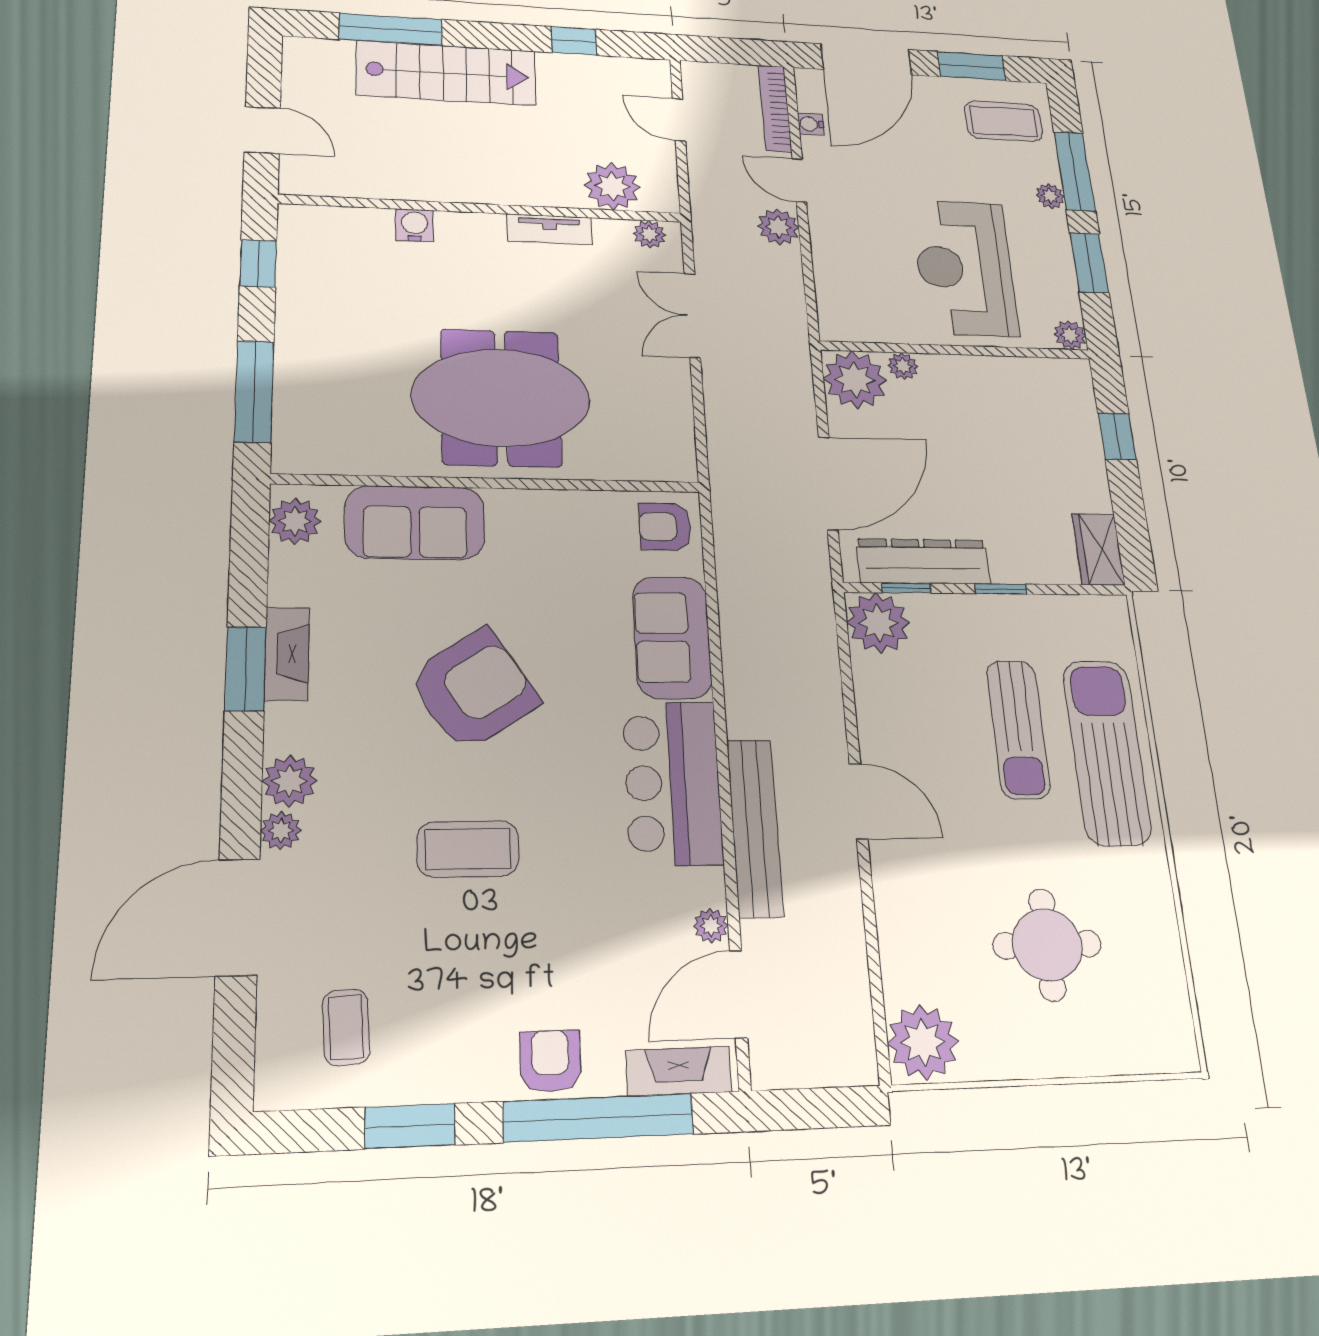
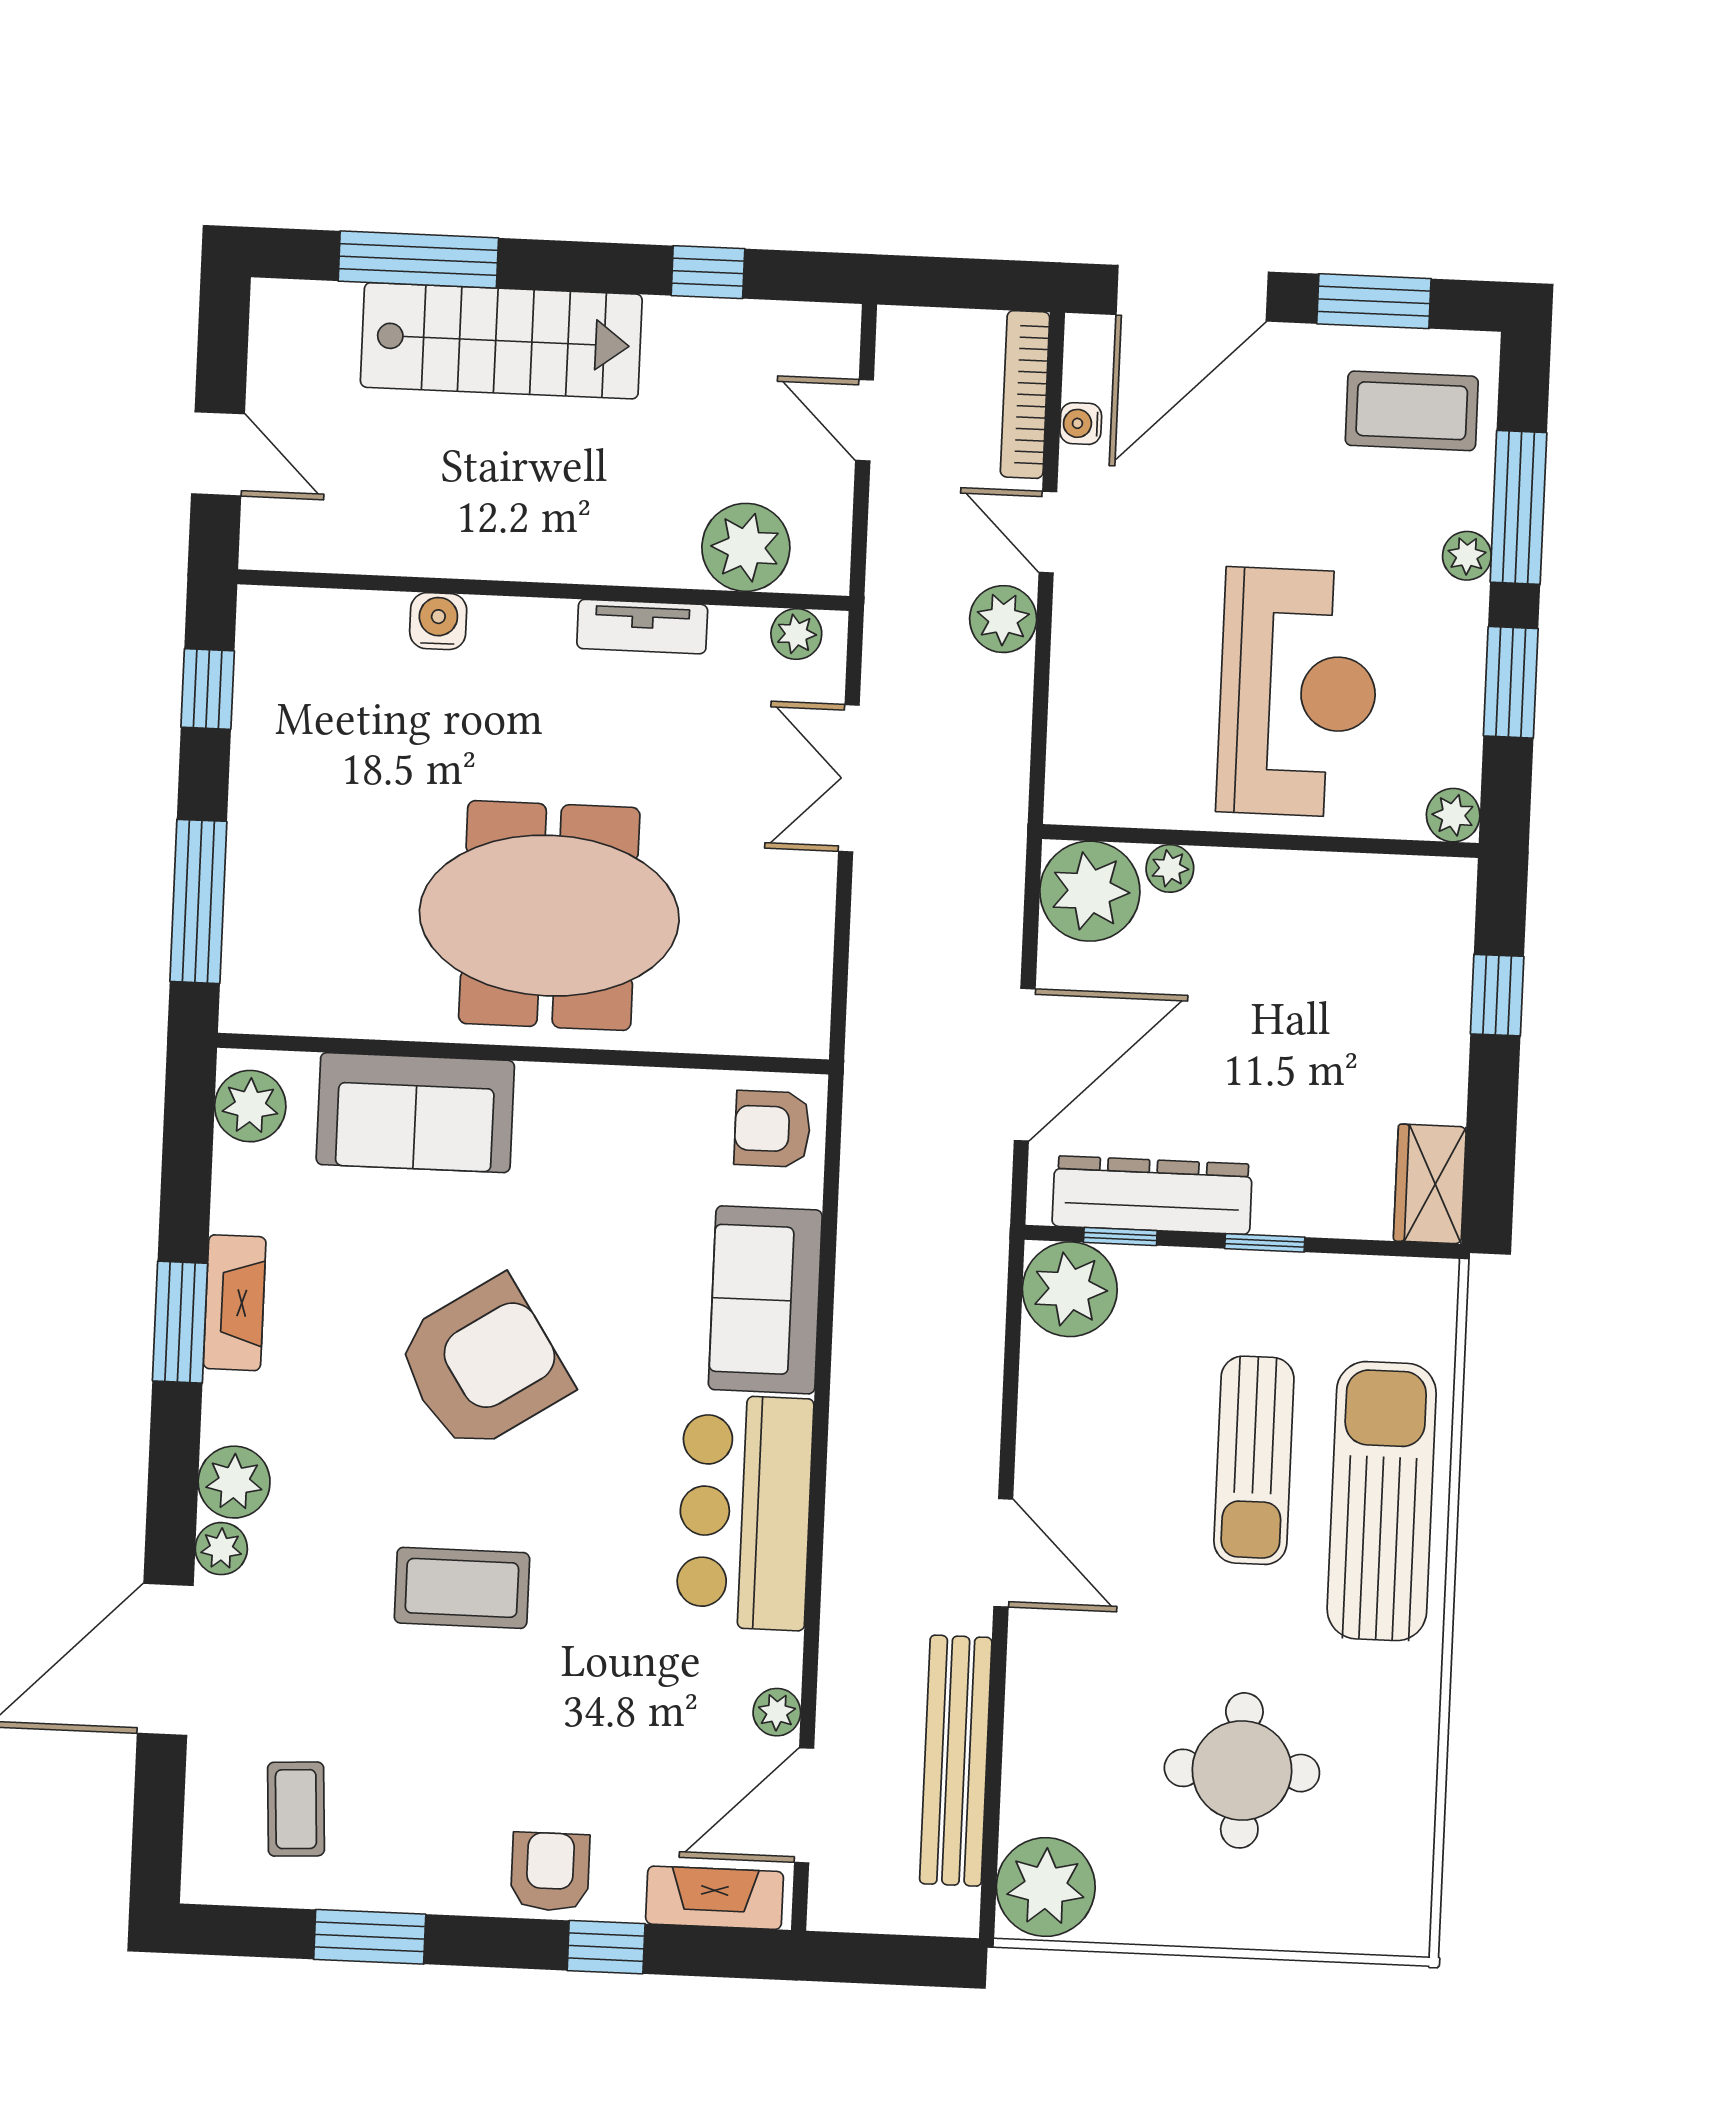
reception desk: (964, 268) -> (1298, 692), turned 180
bench: (755, 828) -> (956, 1761), moved
window: (599, 1118) -> (606, 1947), width x0.32

